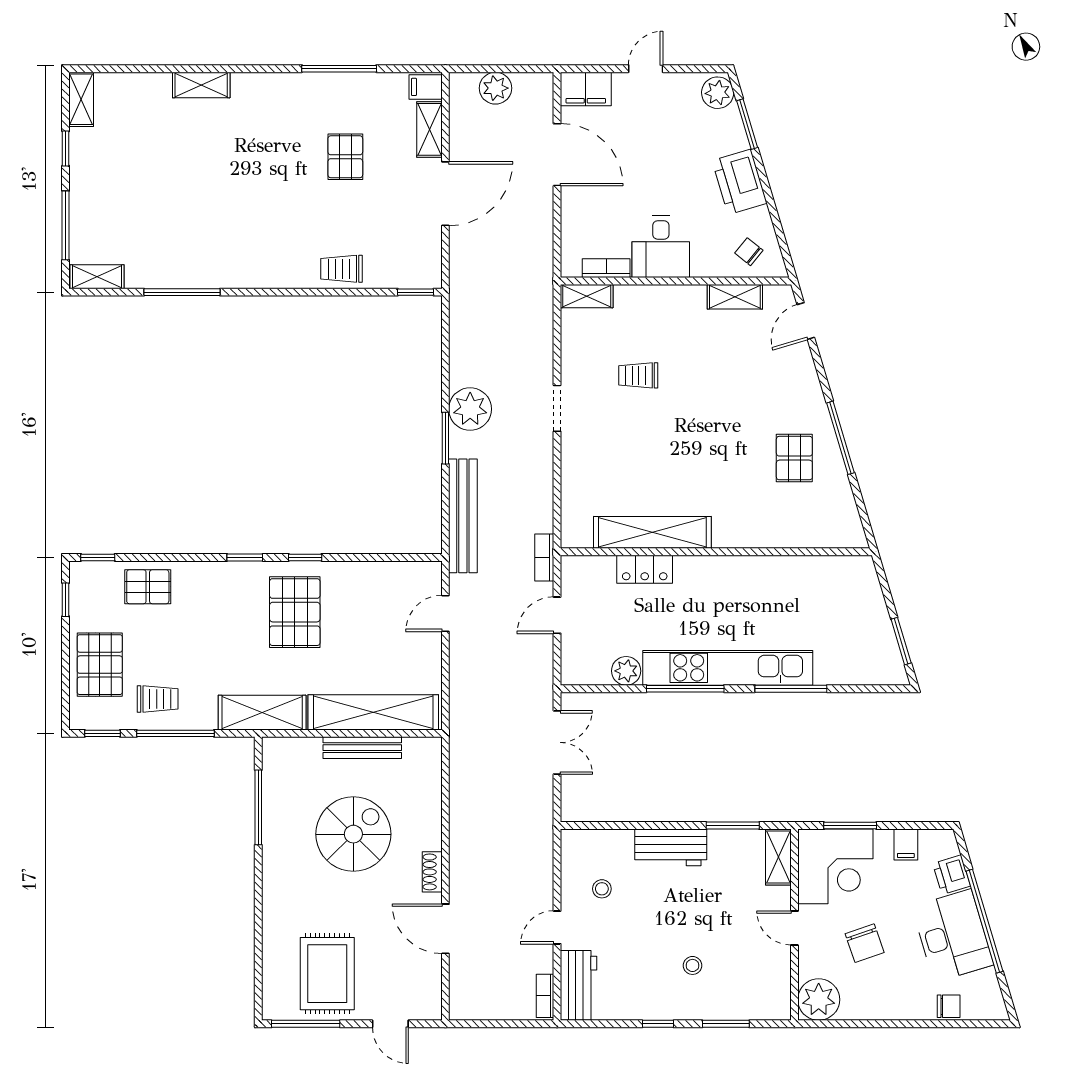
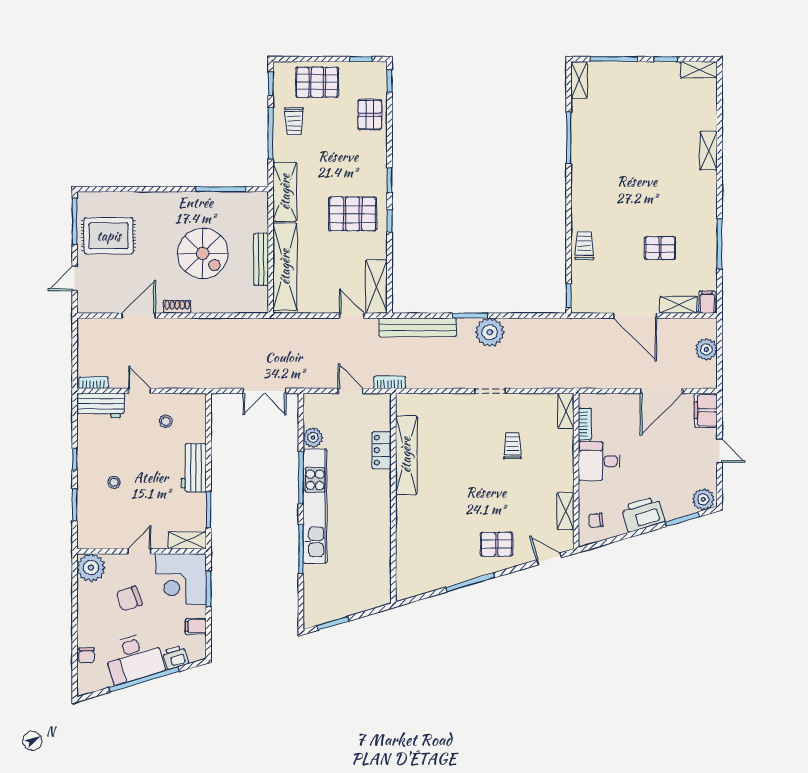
chair: (749, 252) -> (596, 520), turned -136
pallet: (794, 458) -> (496, 544), moved
shelving: (402, 577) -> (376, 286), added

